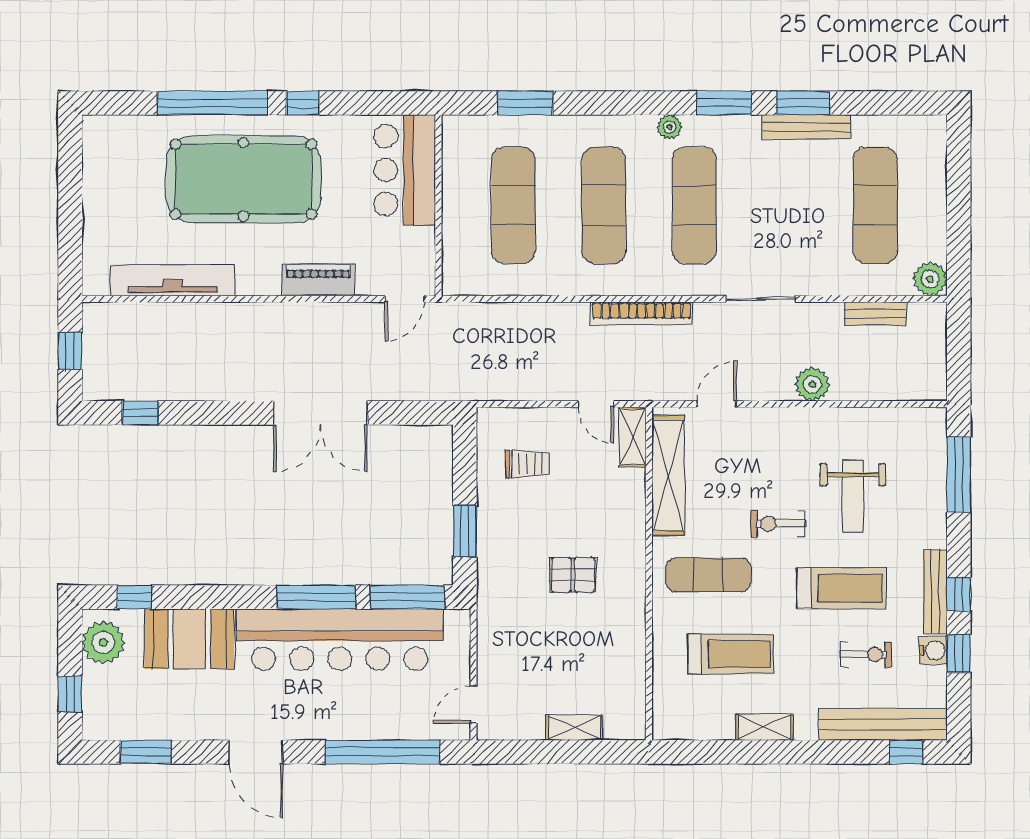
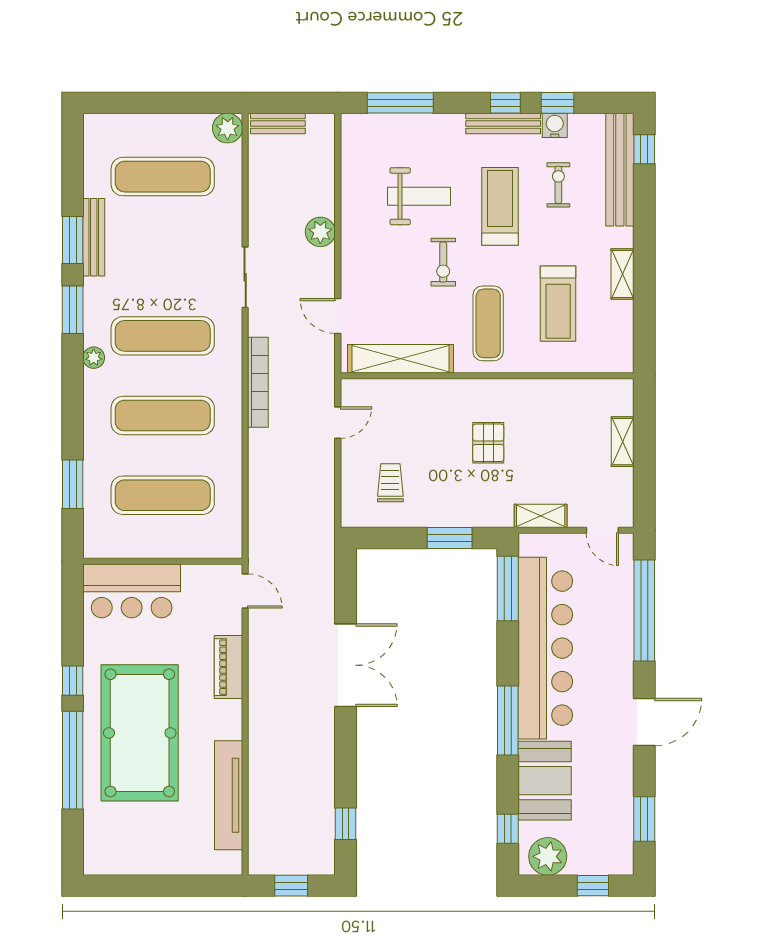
bench: (875, 314) -> (278, 124), moved, turned 90
shelving: (633, 437) -> (541, 516), moved
window: (316, 597) -> (508, 721), moved
treadmill: (731, 654) -> (558, 304), turned 180

